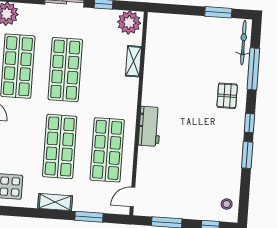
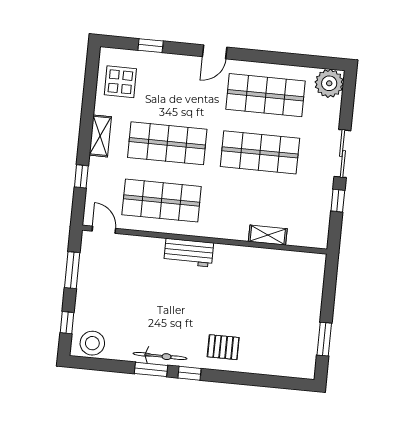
plant: (129, 22) -> (315, 231), removed
bicycle: (243, 43) -> (160, 356), moved
window: (253, 69) -> (255, 380), removed
stool: (227, 204) -> (92, 343), width x1.89, depth x1.89
window: (89, 217) -> (81, 176), width x0.67

